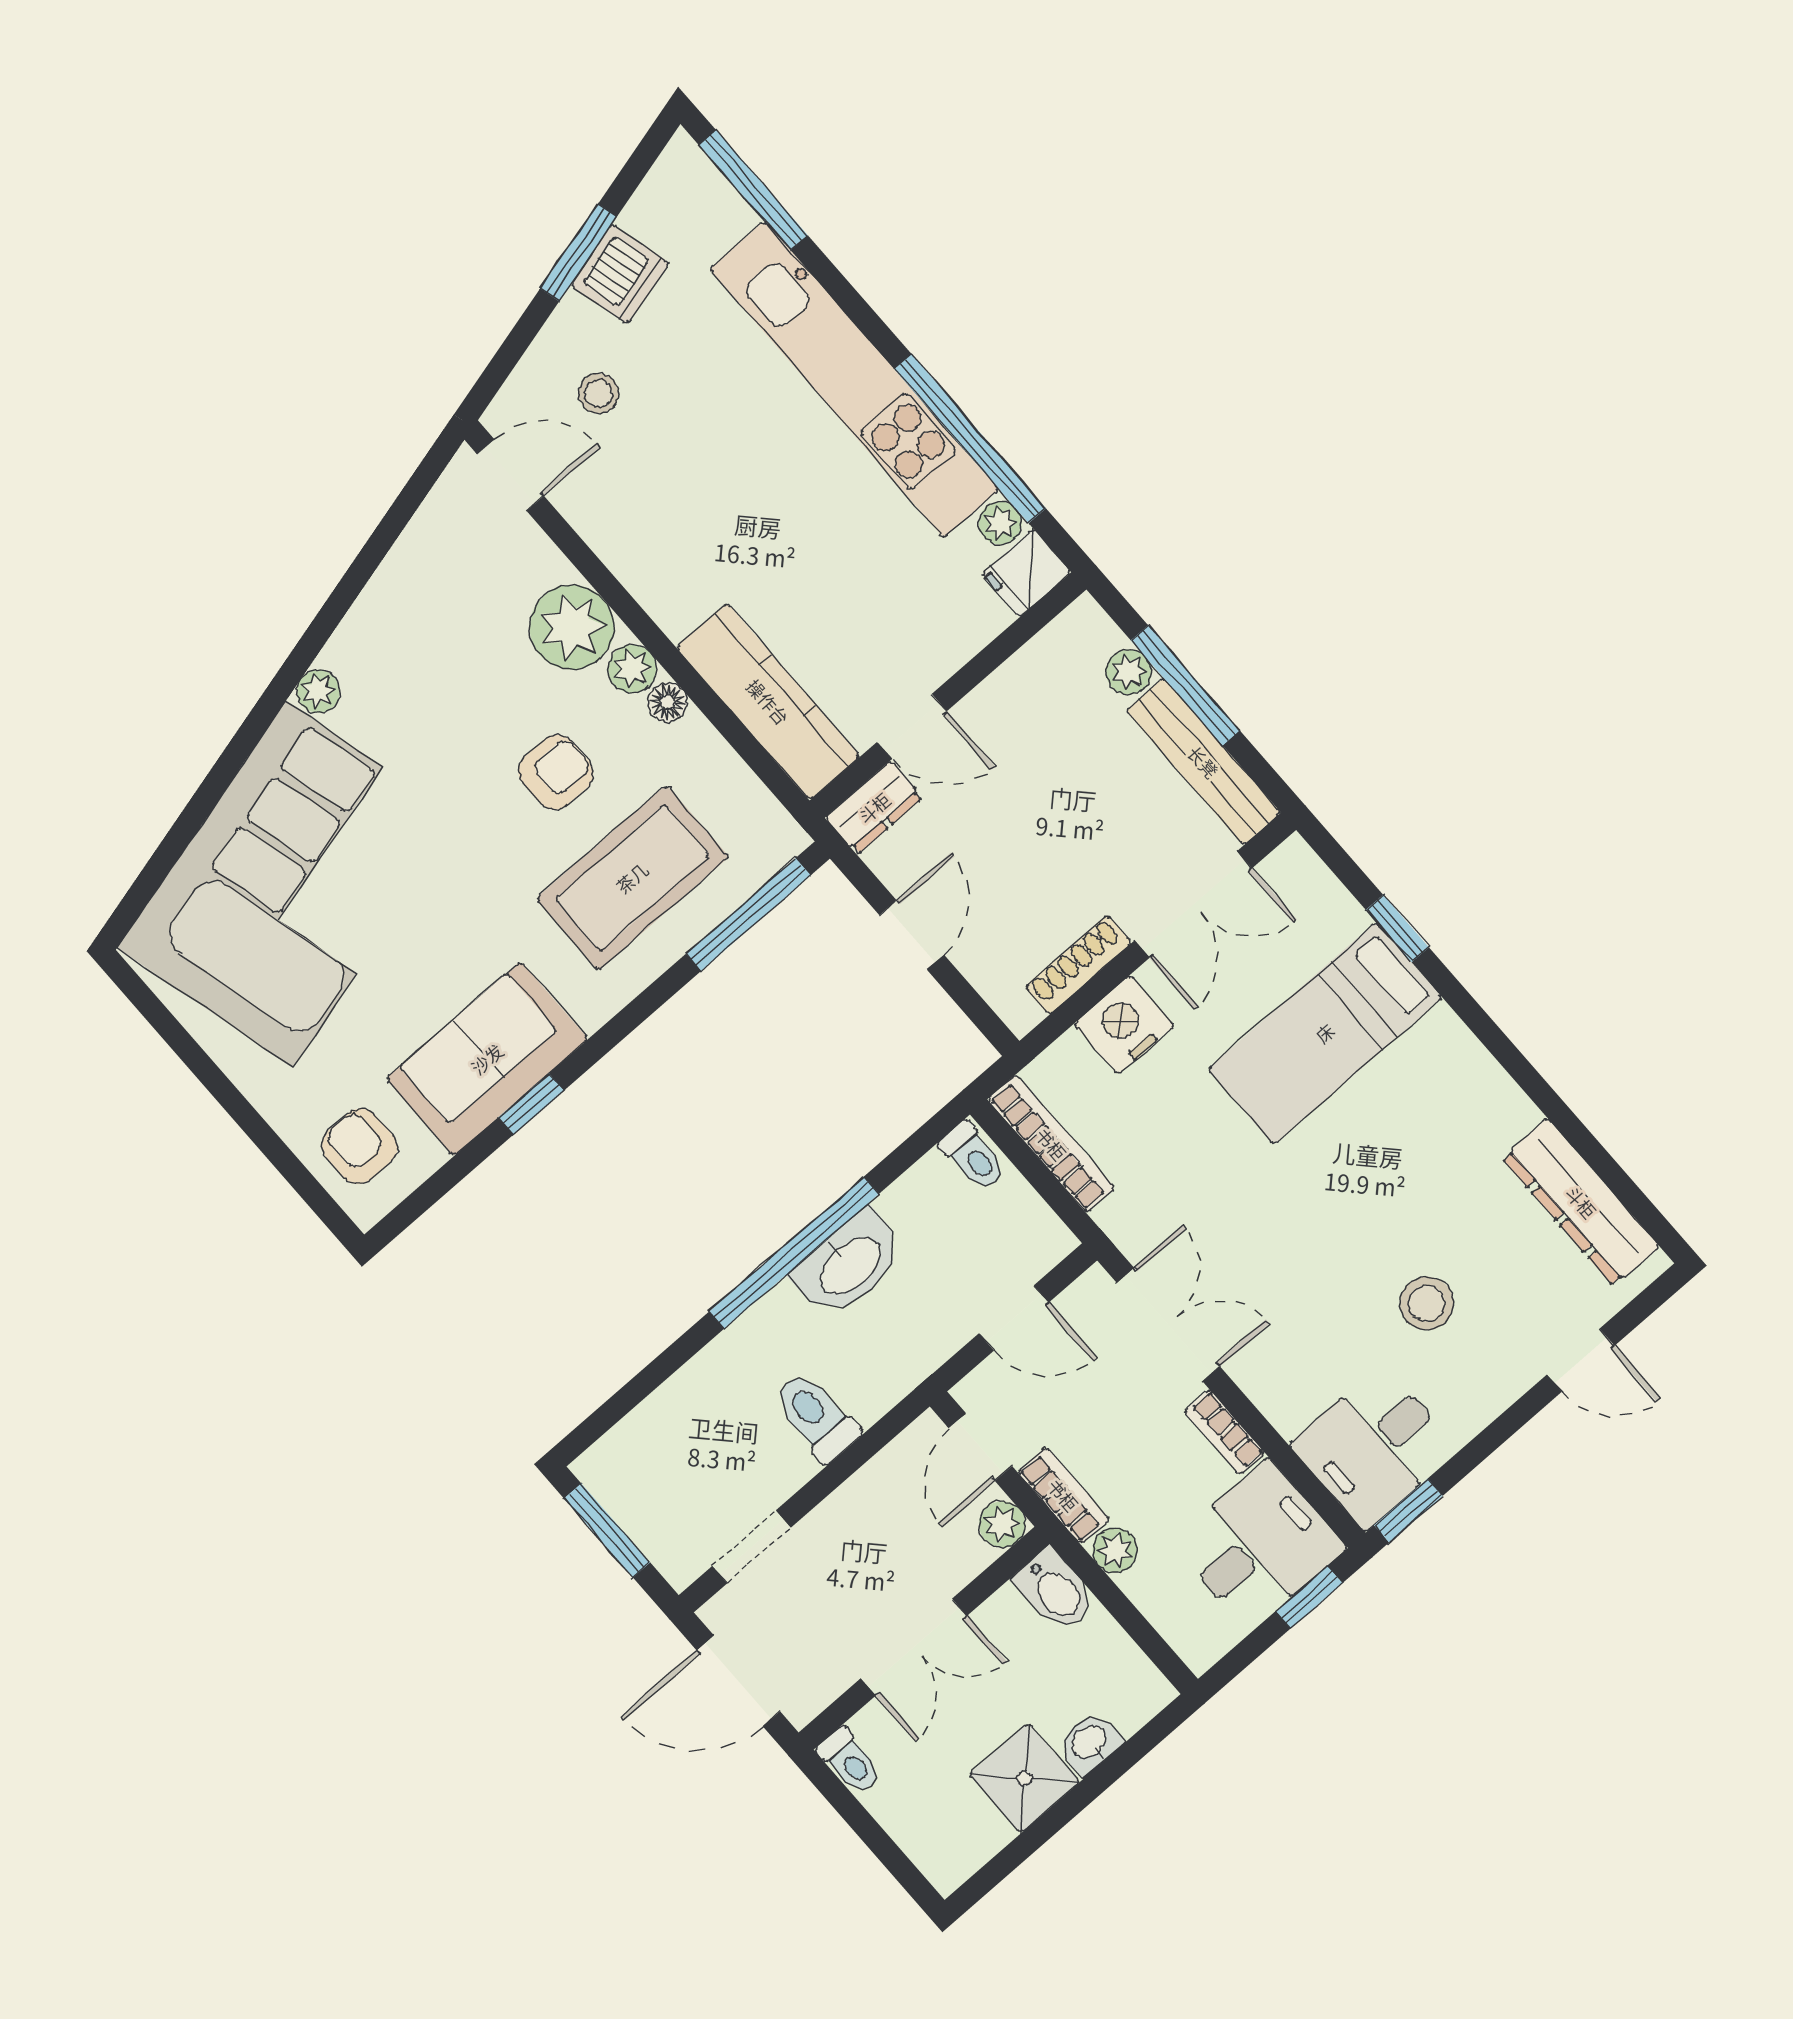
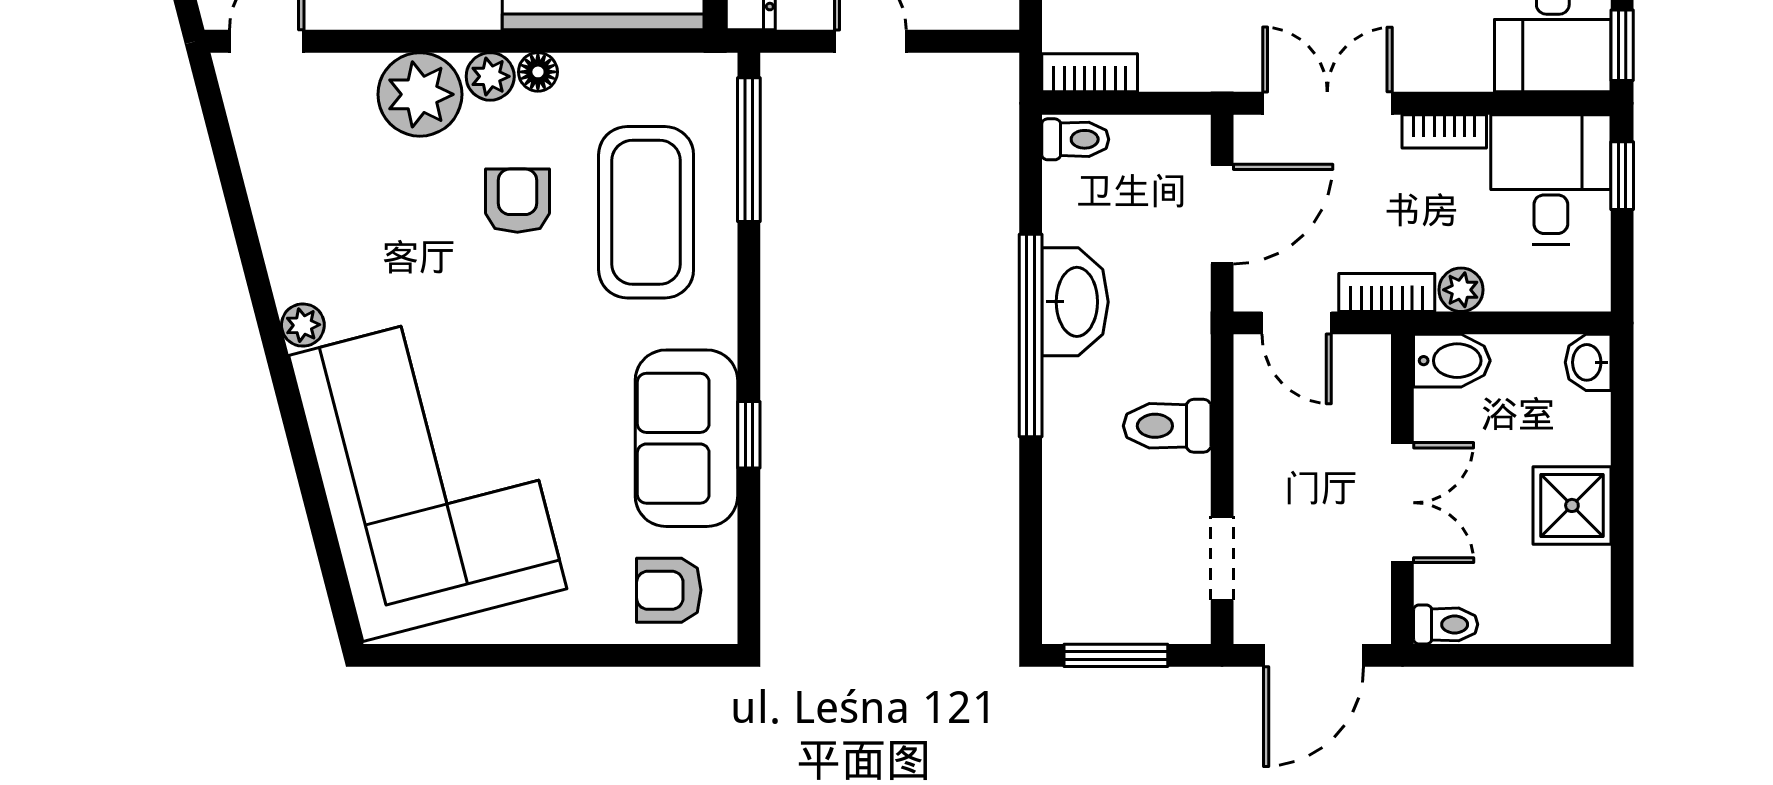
bookcase: (1051, 1144) -> (1090, 73), width x0.64
door: (1014, 1318) -> (1222, 214), width x1.38
plant: (1002, 1524) -> (1368, 357), removed
washbasin: (1090, 1743) -> (1588, 362), moved

